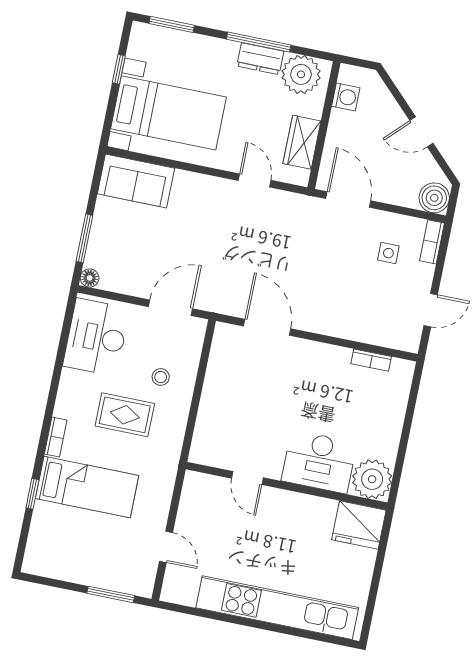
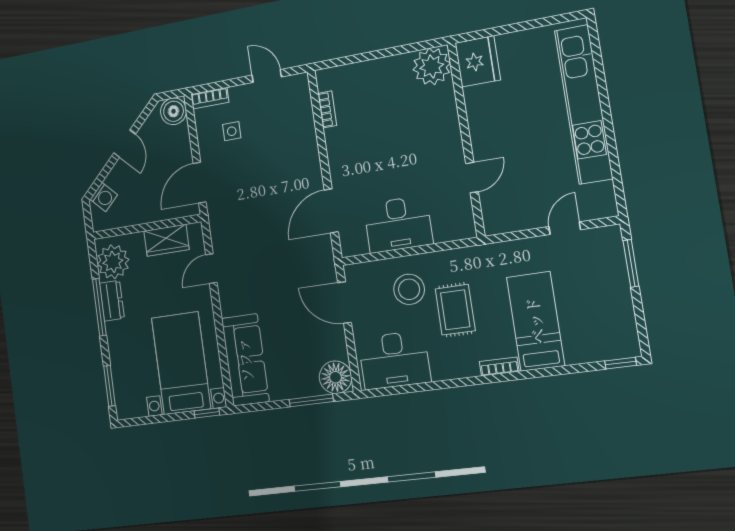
window: (119, 69) -> (207, 413), moved
washing machine: (346, 97) -> (104, 197), moved, turned 135
sofa: (136, 181) -> (245, 360), width x1.36
floor lamp: (90, 278) -> (336, 377), width x1.89, depth x1.89
stool: (161, 377) -> (409, 289), width x1.89, depth x1.89
desk: (319, 462) -> (398, 224), moved, turned 90
window: (32, 494) -> (621, 363), moved

